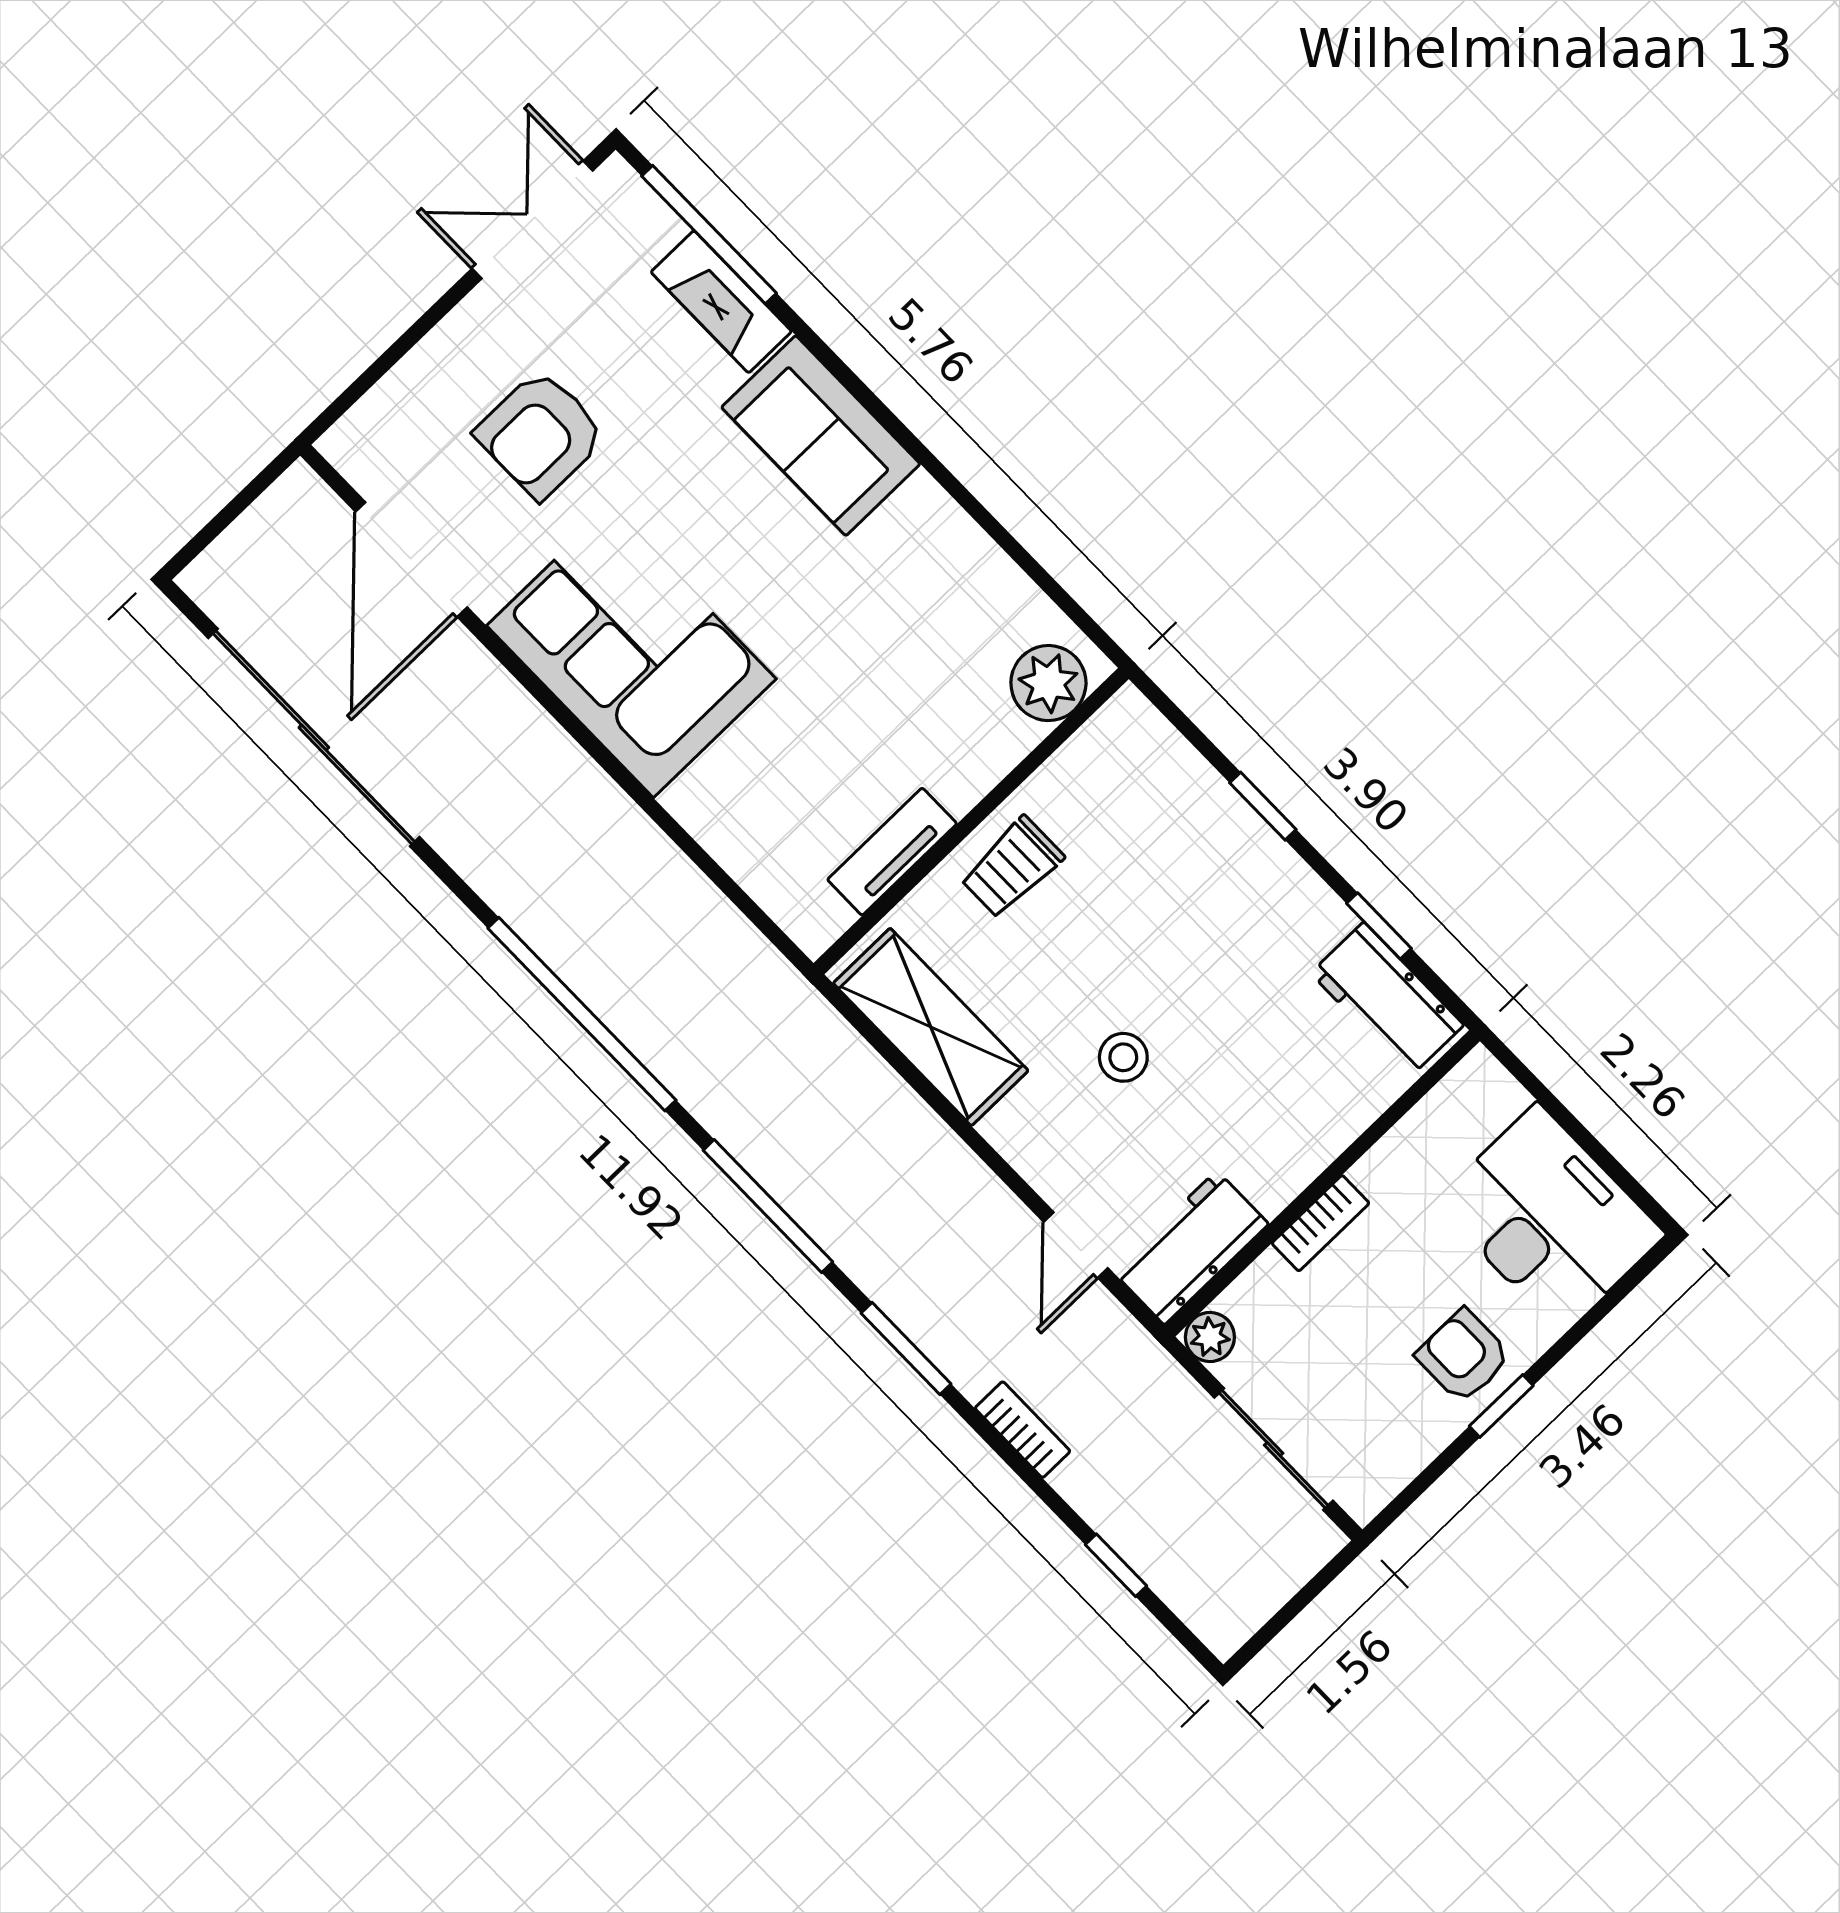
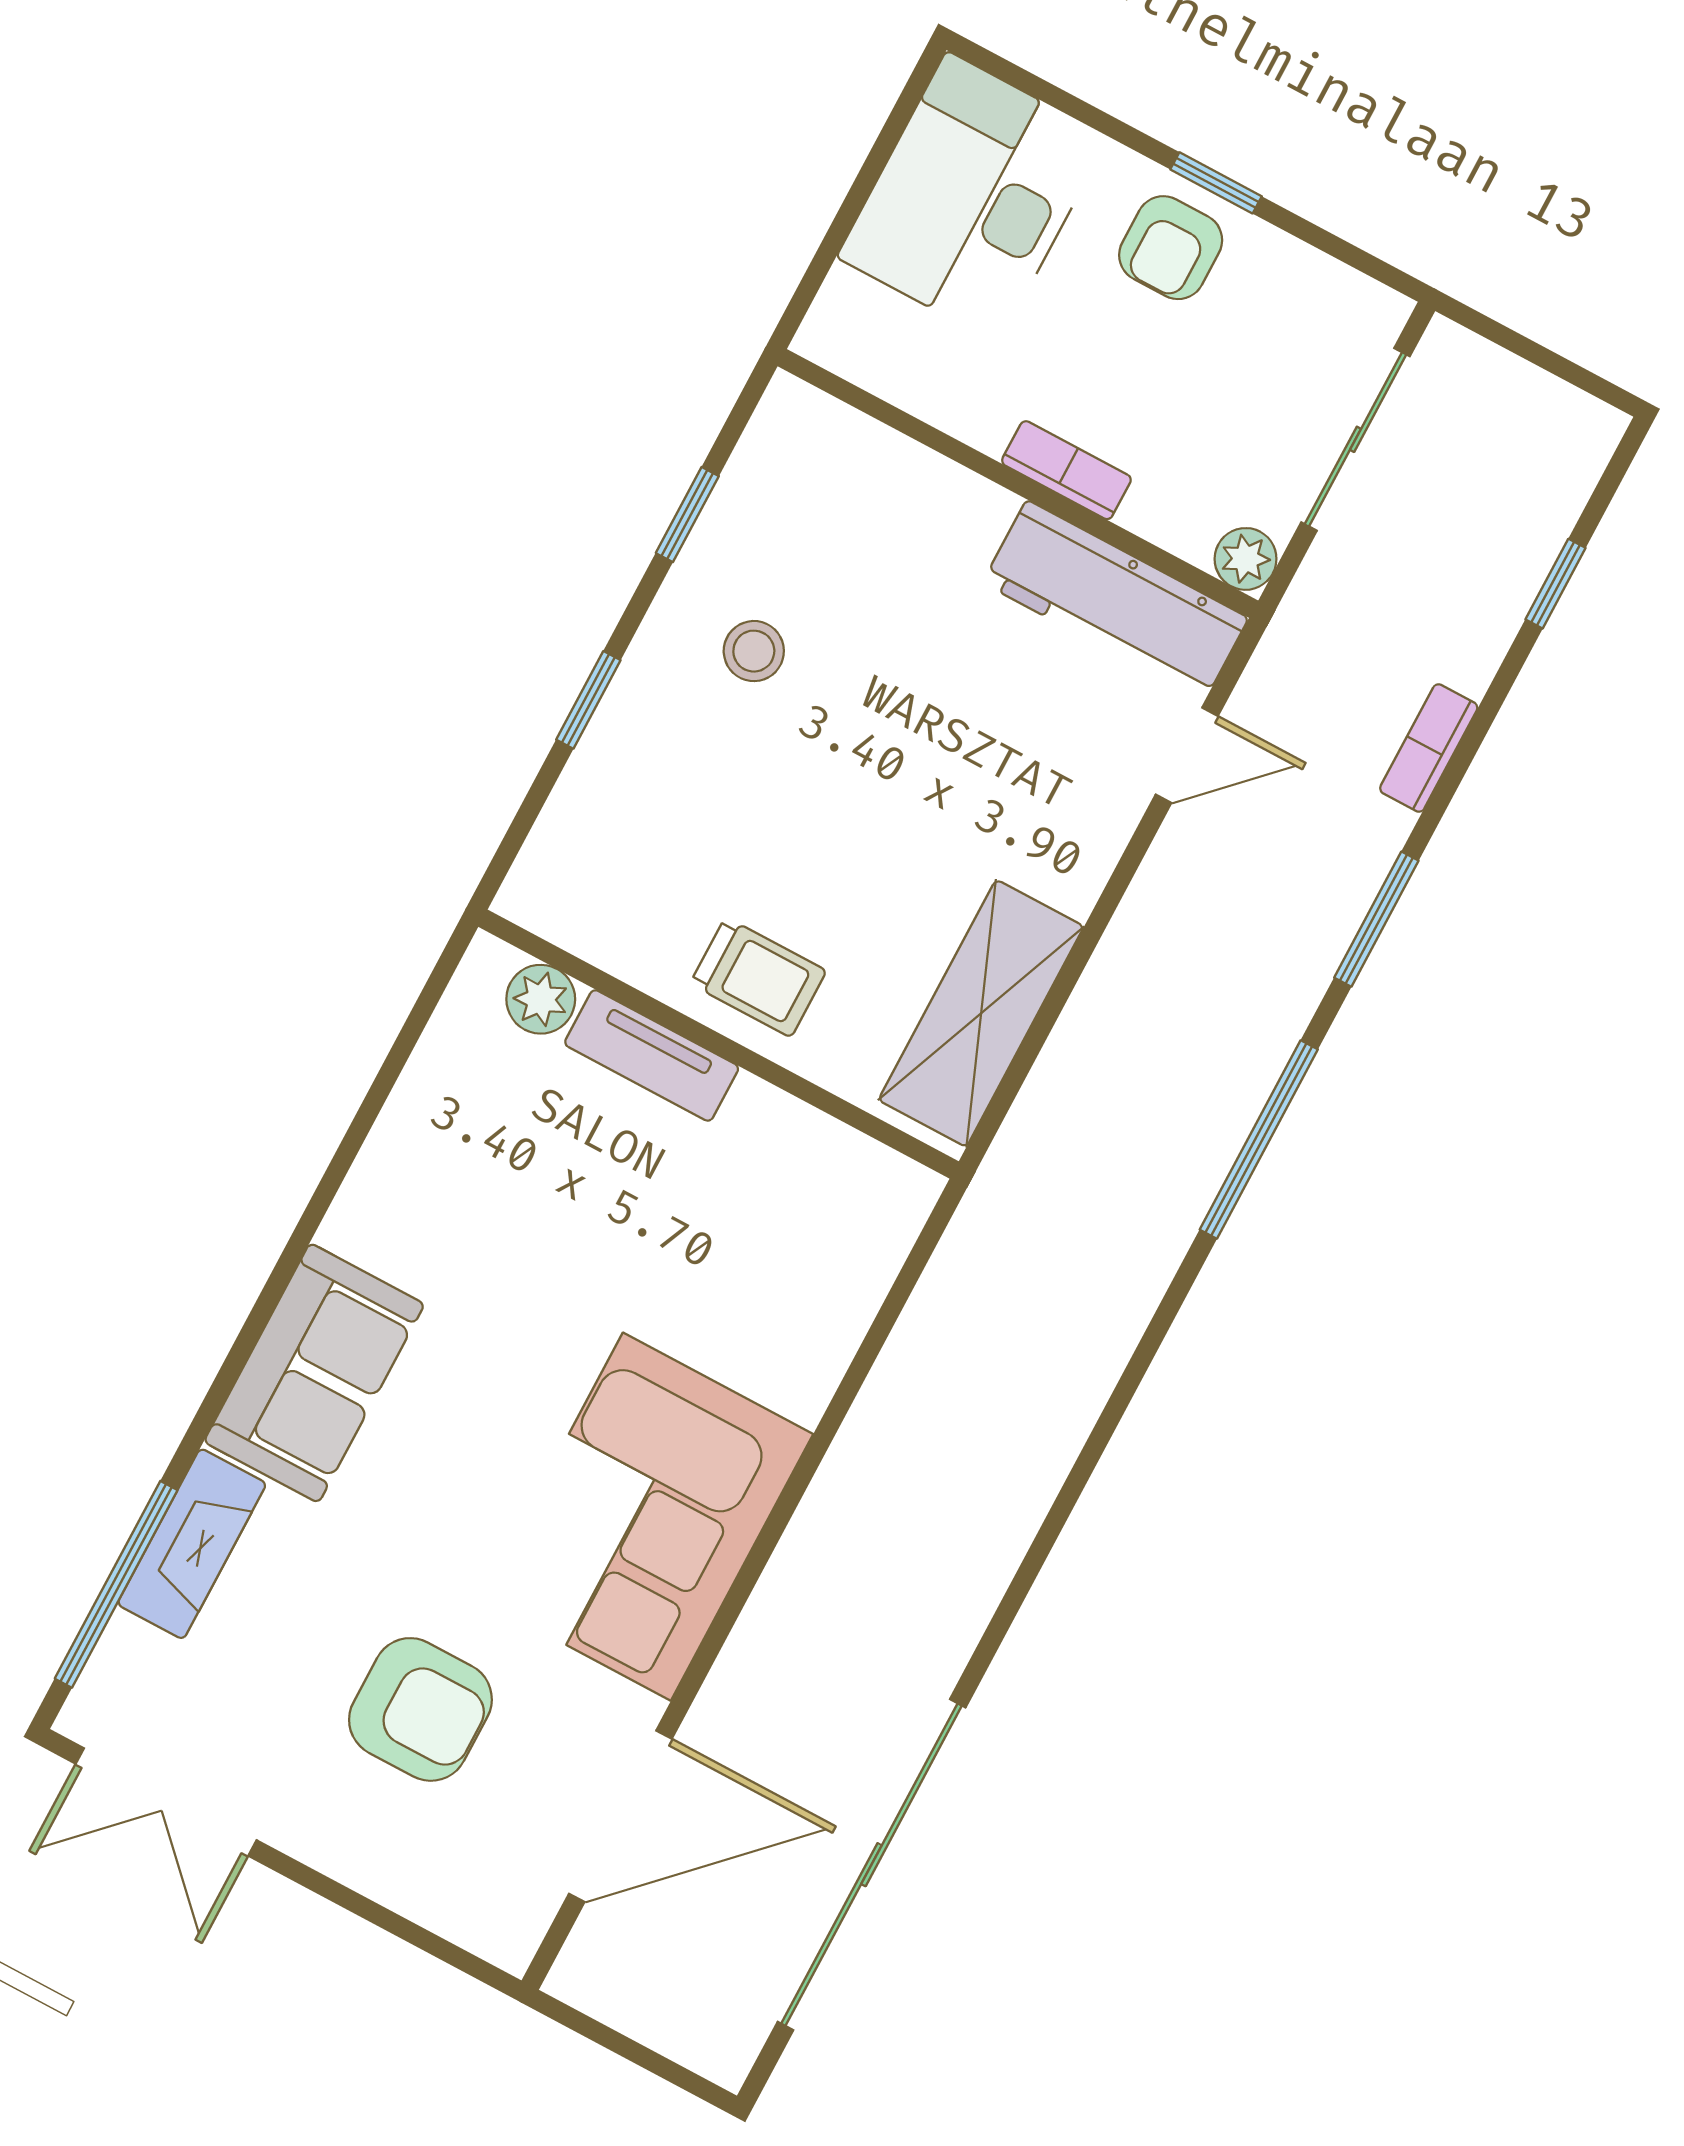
plant: (1048, 683) -> (541, 999), width x0.73, depth x0.73
tv unit: (892, 852) -> (652, 1055), moved
workbench: (1387, 999) -> (772, 476), removed
window: (582, 1014) -> (1100, 1437), removed
stool: (1123, 1057) -> (754, 651), moved
workbench: (1191, 1248) -> (1115, 600), width x1.38

